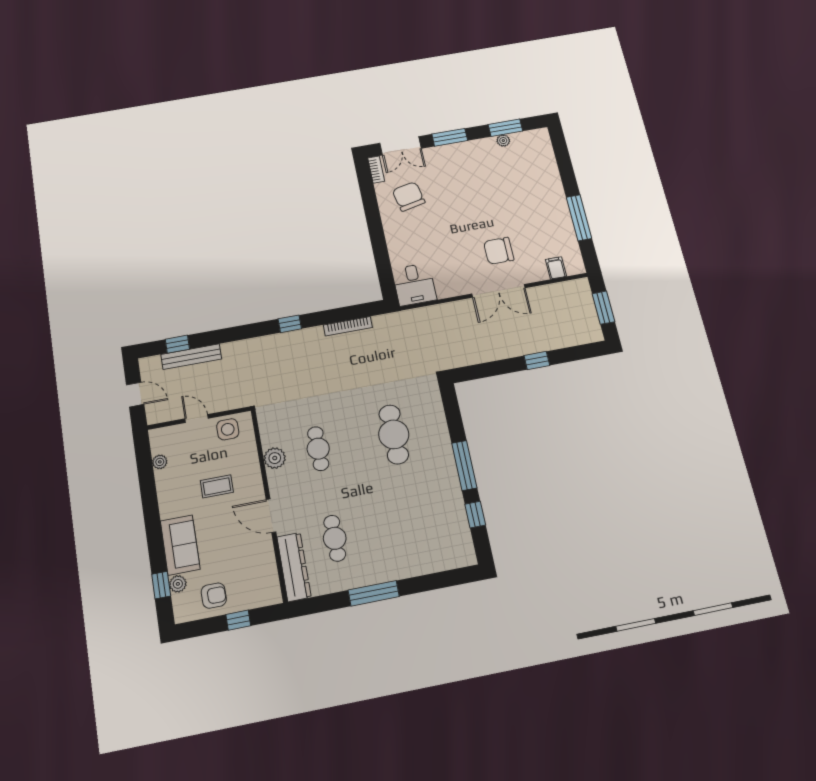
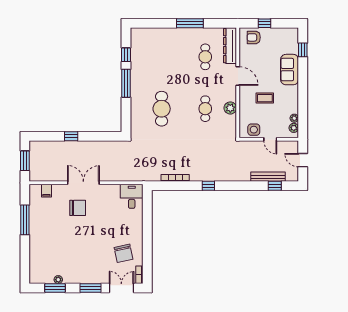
plant: (178, 584) -> (294, 128), moved
armchair: (214, 596) -> (254, 37), moved

